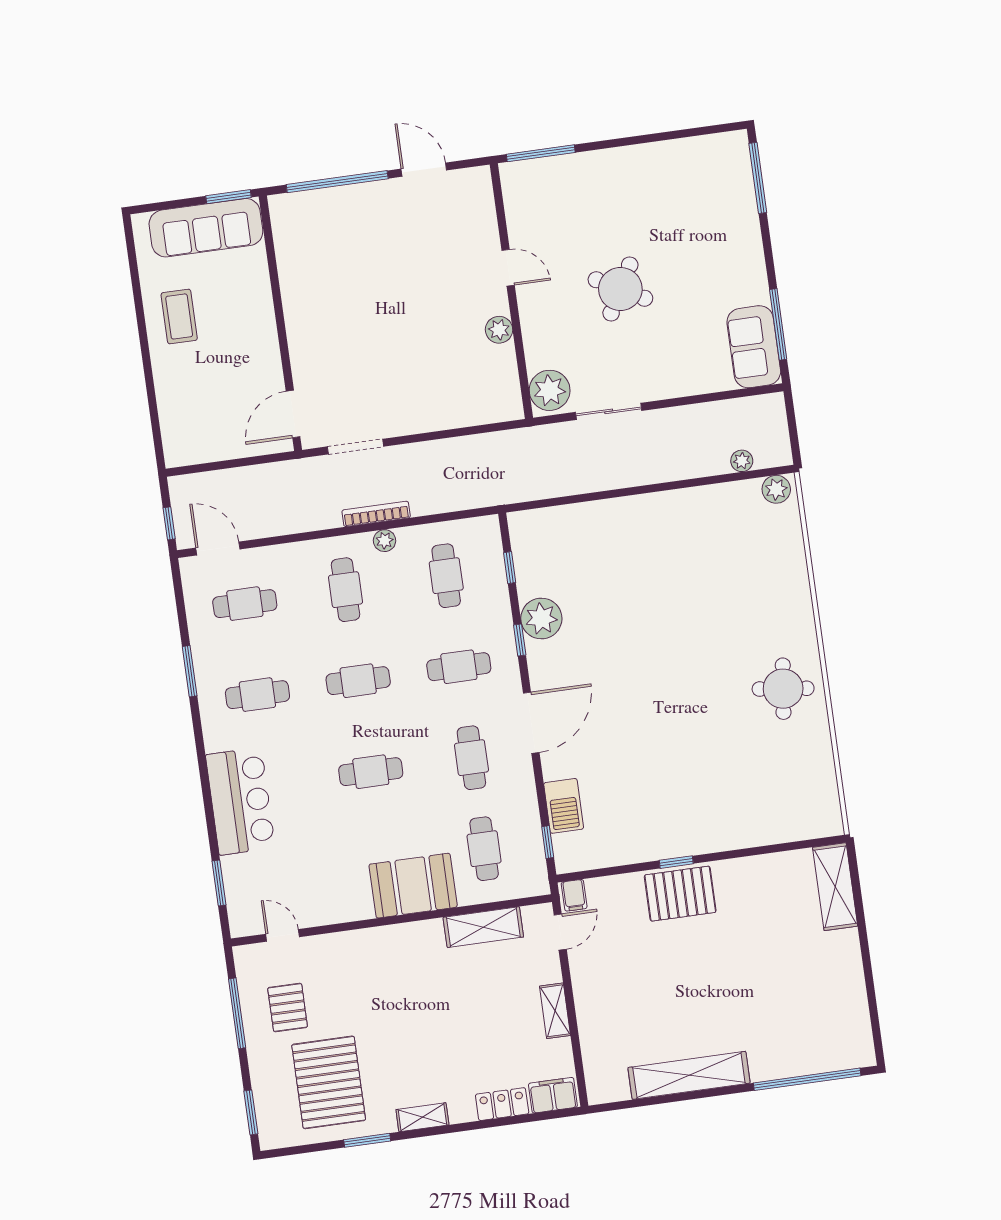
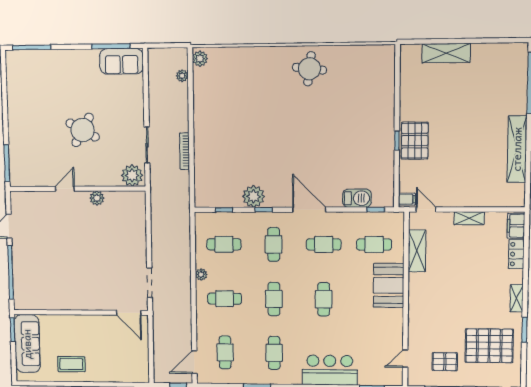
bookcase: (376, 514) -> (185, 151), moved
shelving: (835, 887) -> (446, 53), moved

